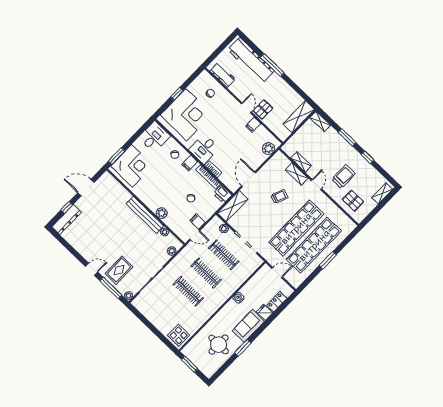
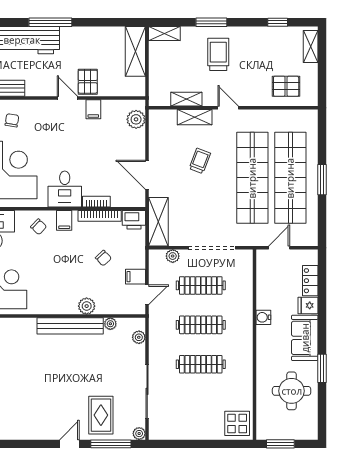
window: (368, 157) -> (278, 22), moved
trolley: (344, 177) -> (218, 54), moved

